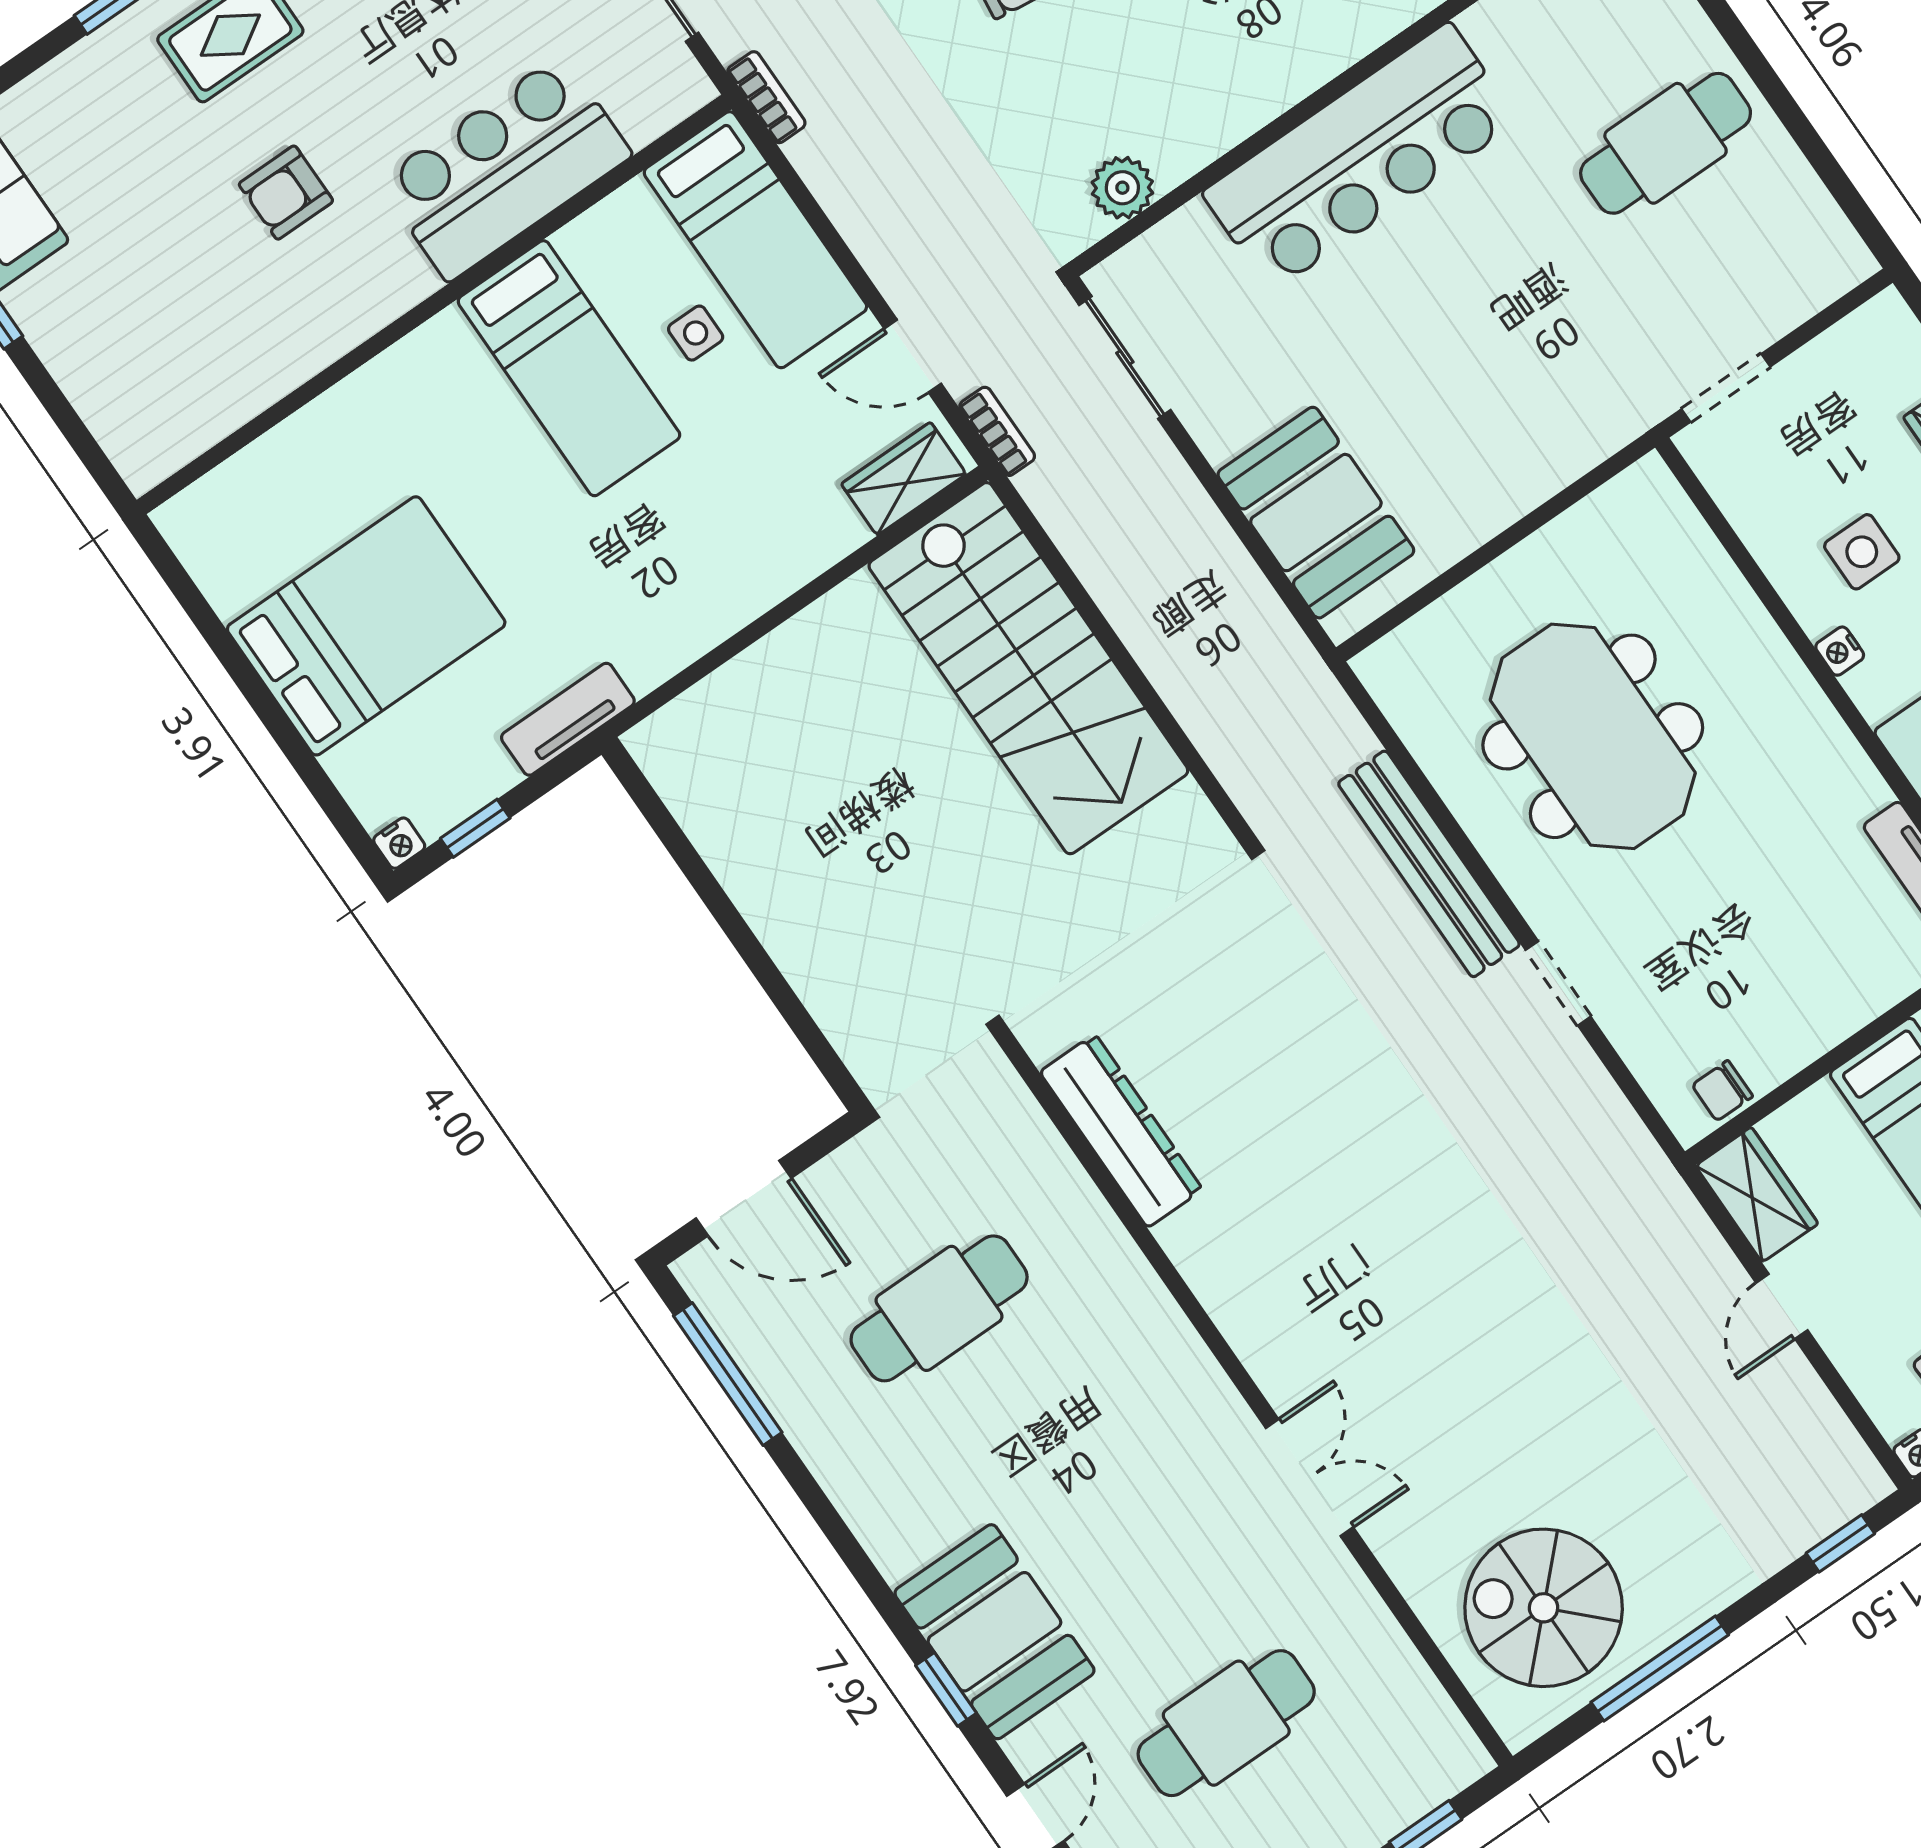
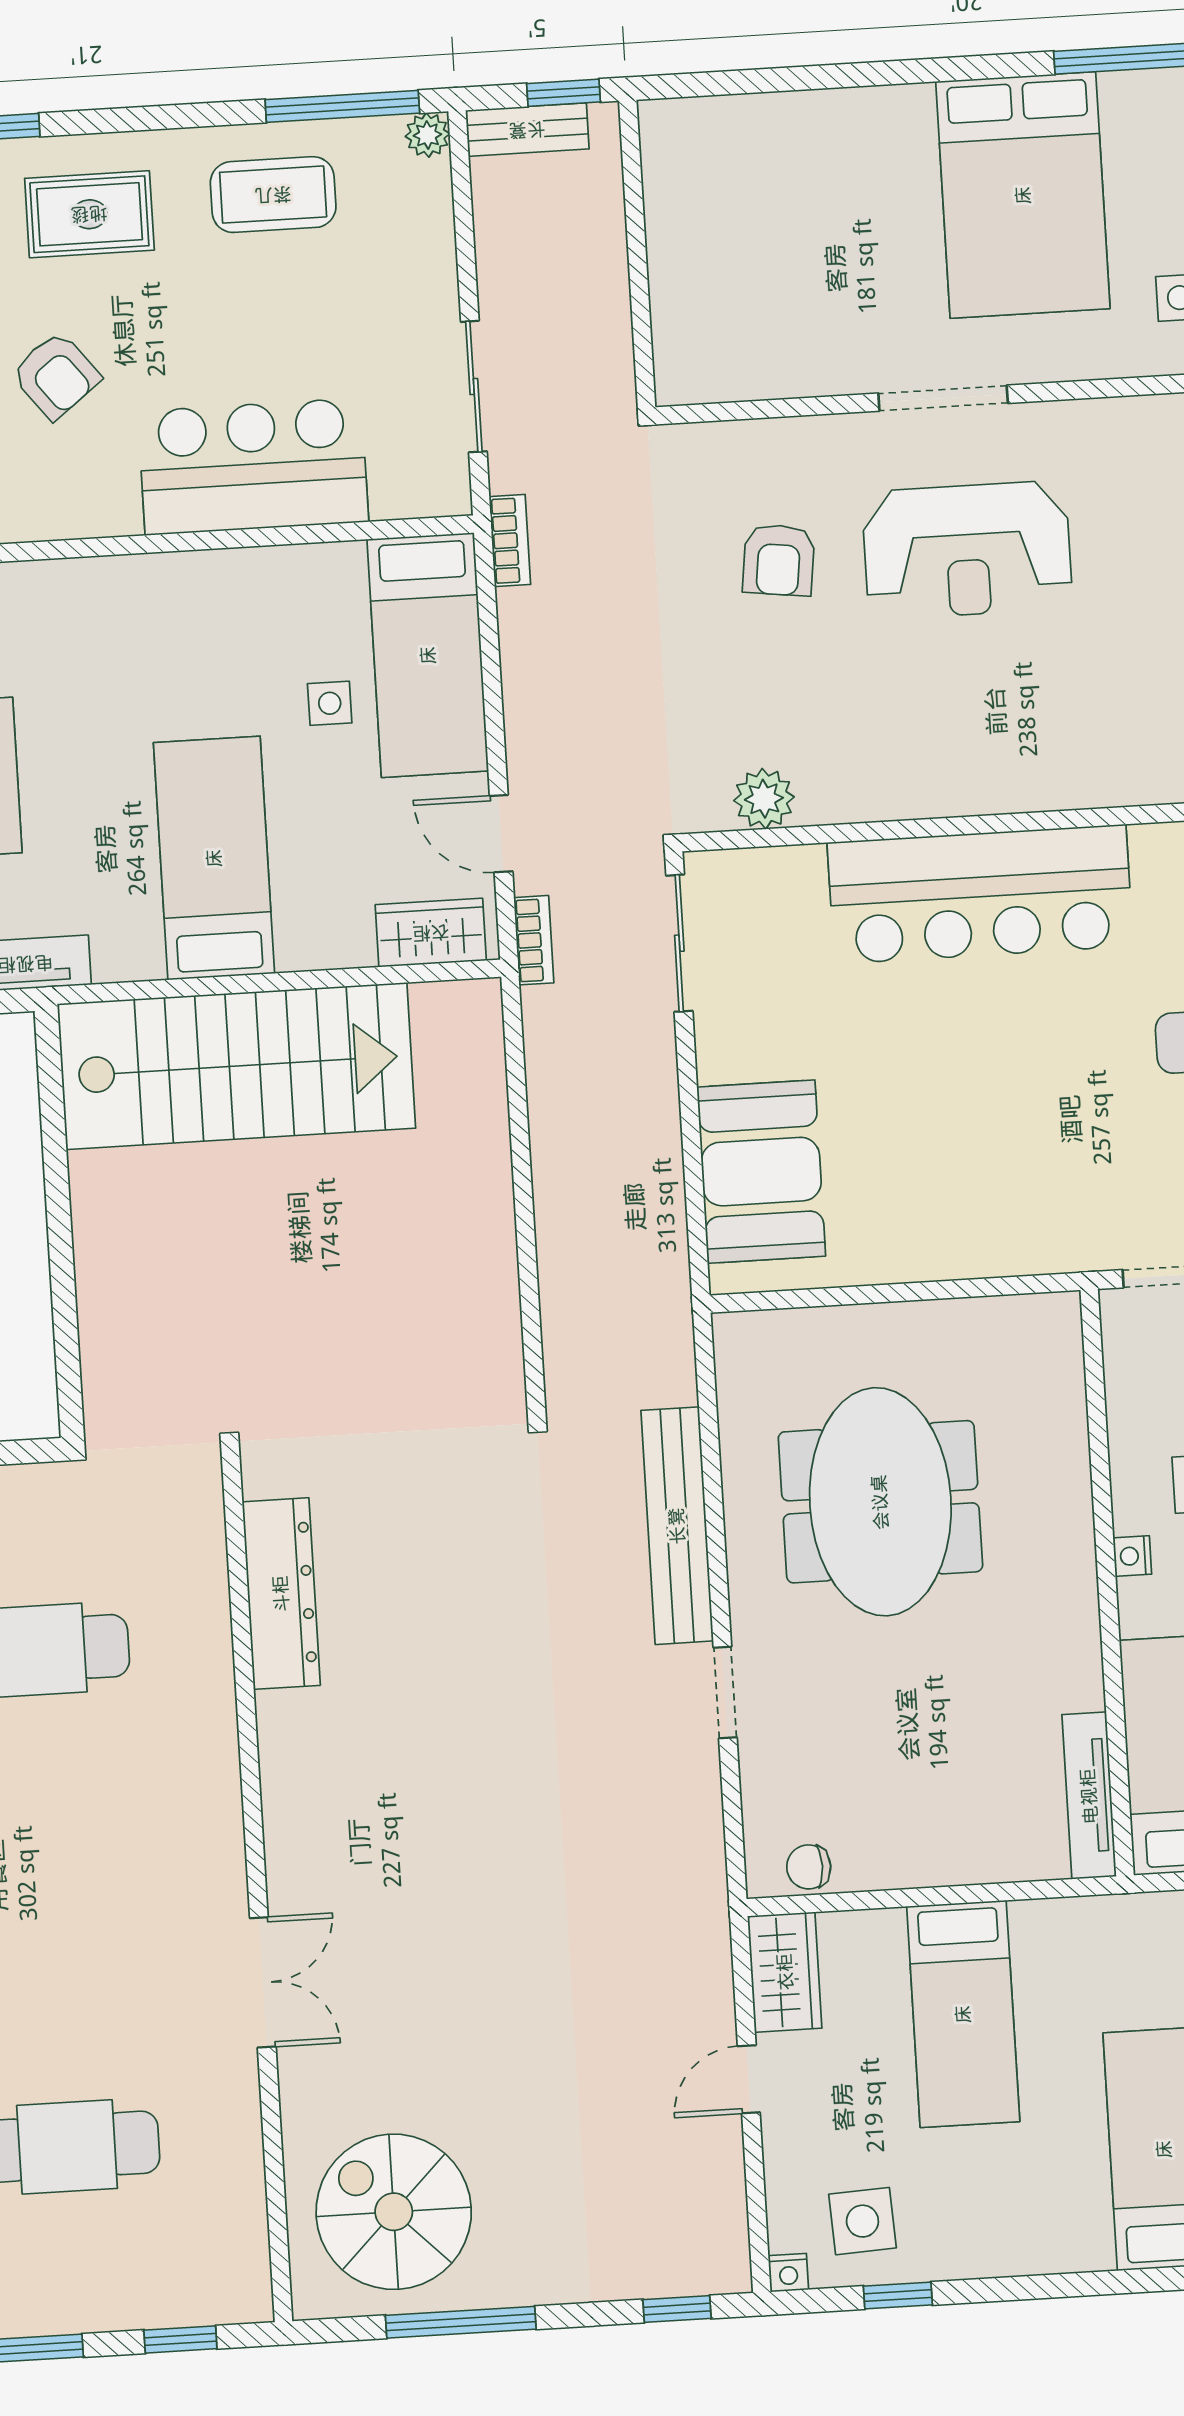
armchair: (286, 193) -> (56, 375), turned -128
bed: (569, 368) -> (214, 858), moved, turned 180
stairs: (1028, 668) -> (236, 1066), moved, turned -90

